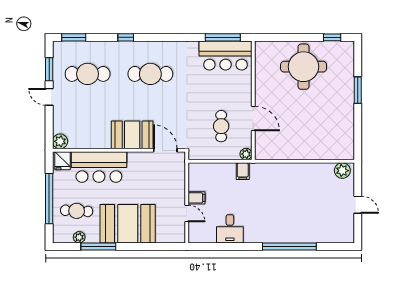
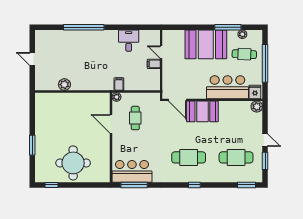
window: (126, 37) -> (194, 185), moved
plant: (342, 171) -> (64, 85), moved

